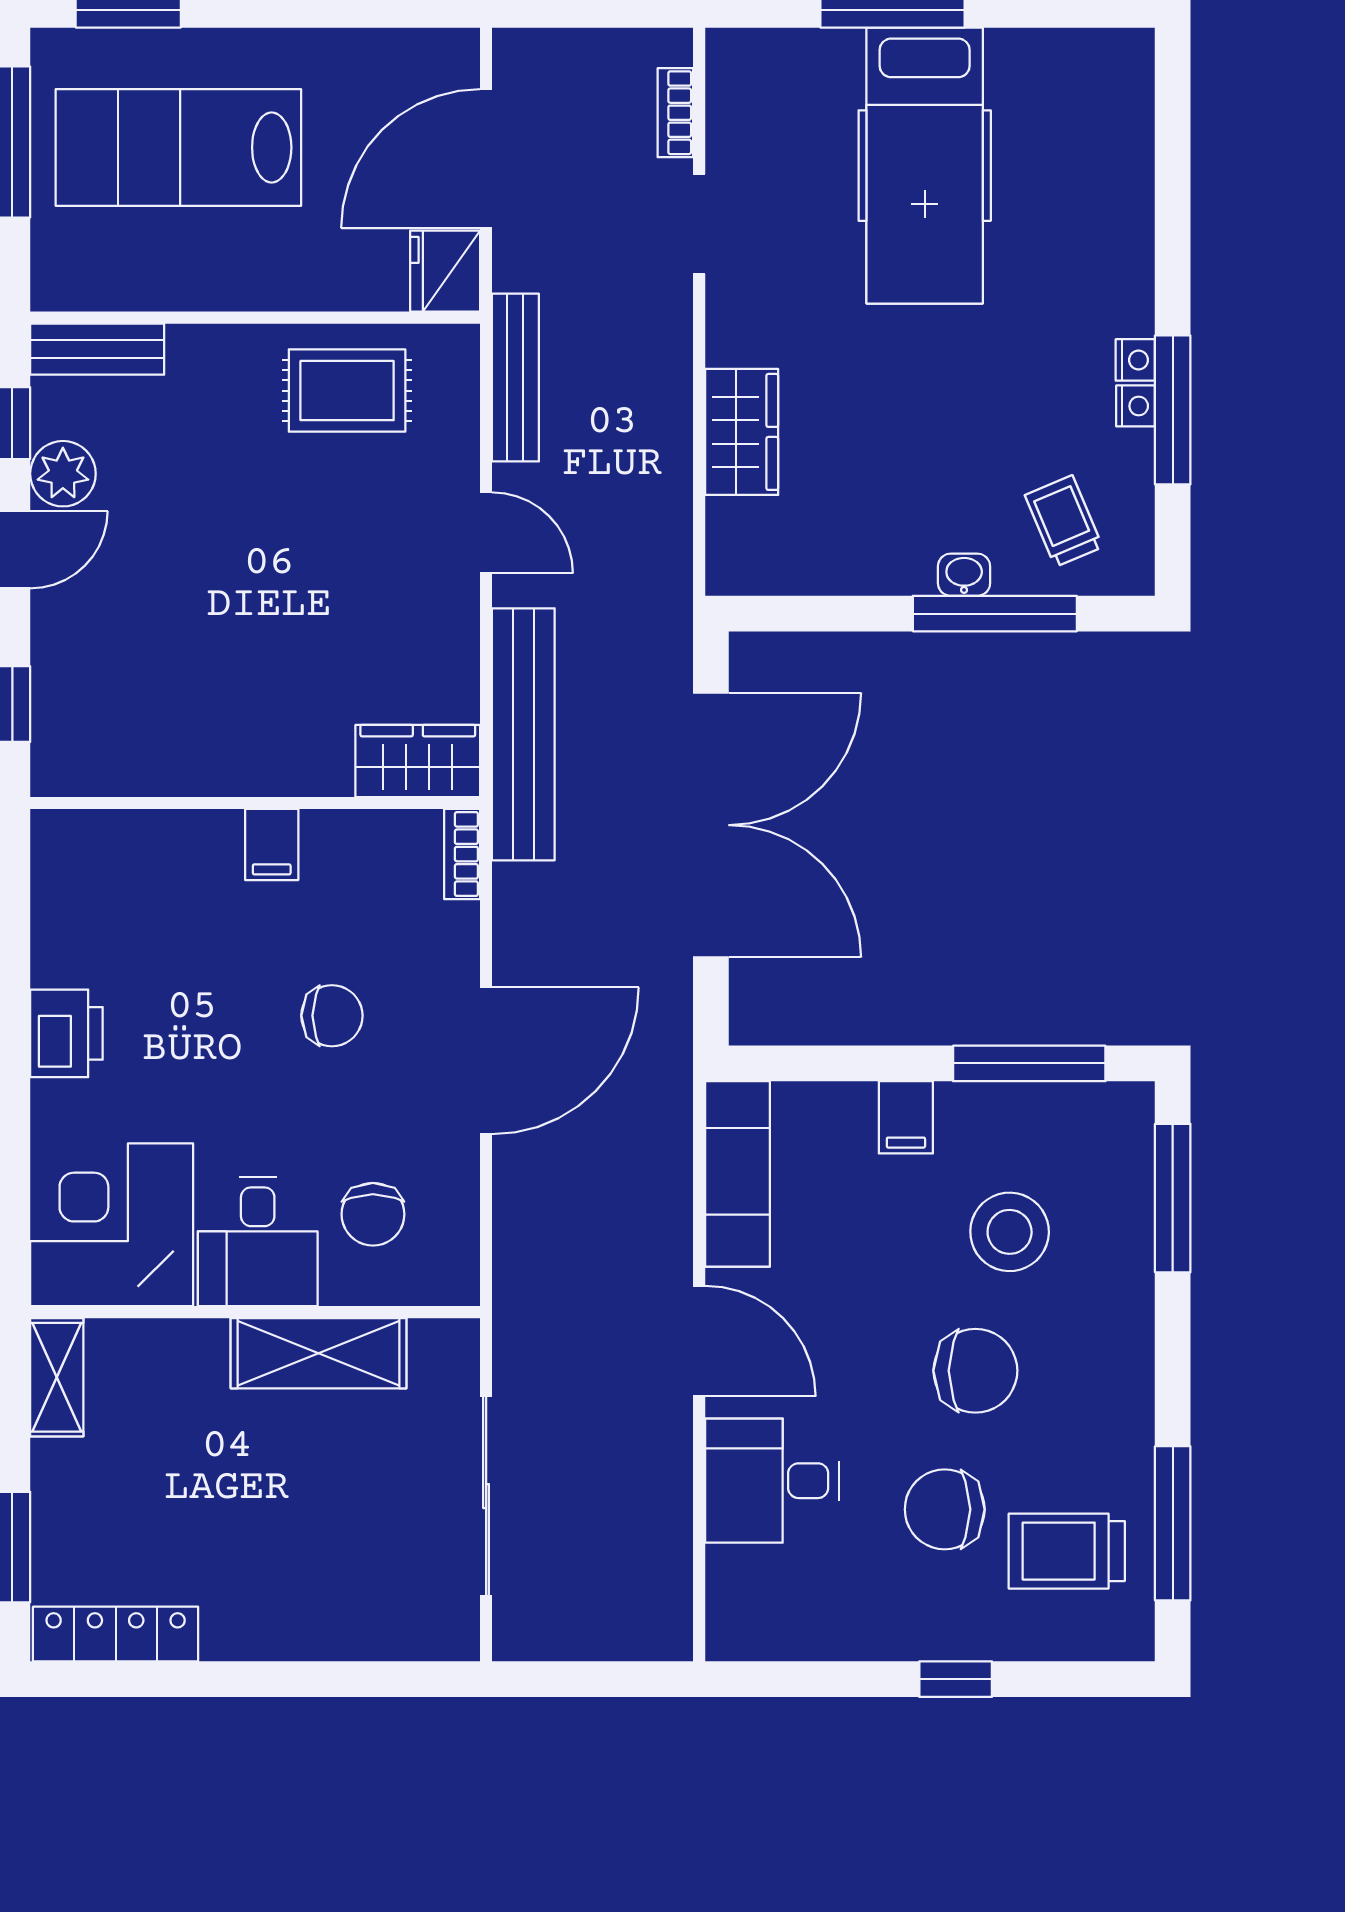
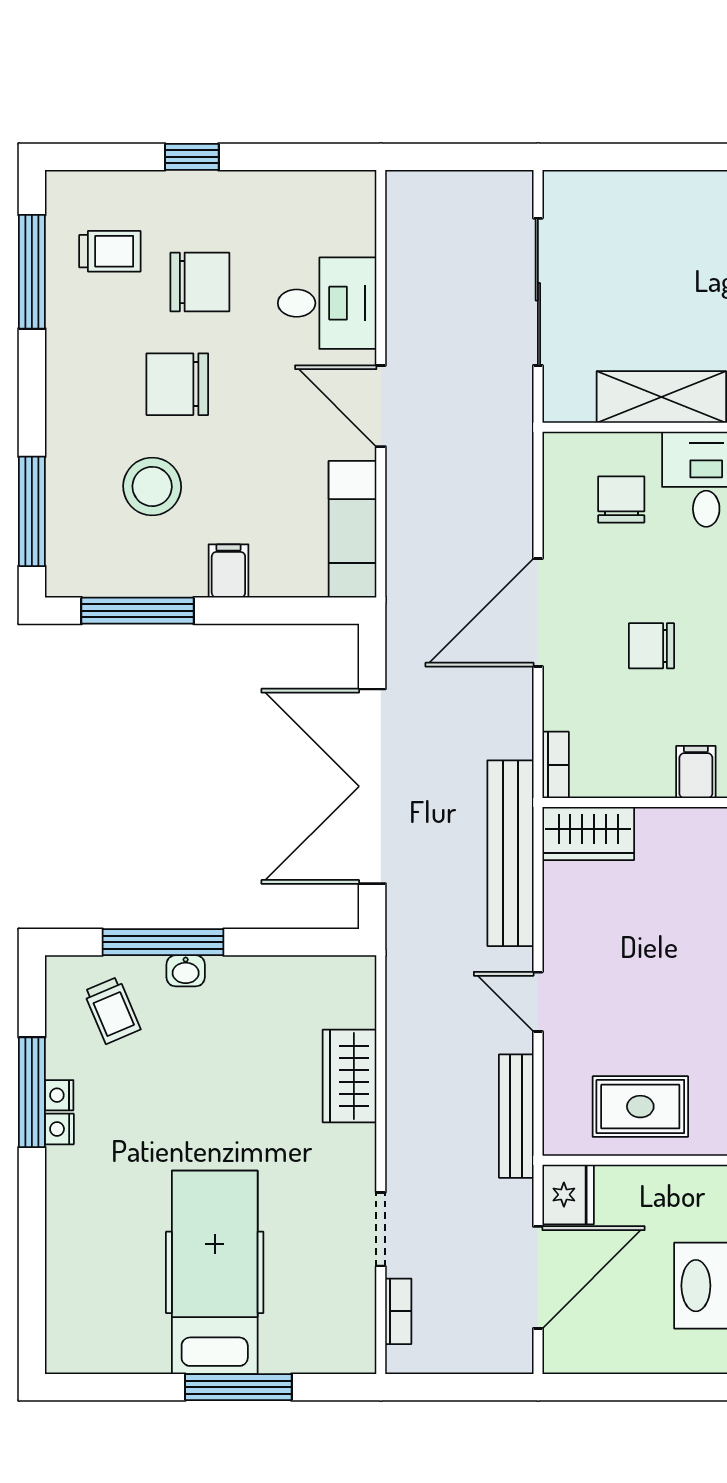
trolley: (1067, 1551) -> (110, 251), width x0.73, depth x0.72

